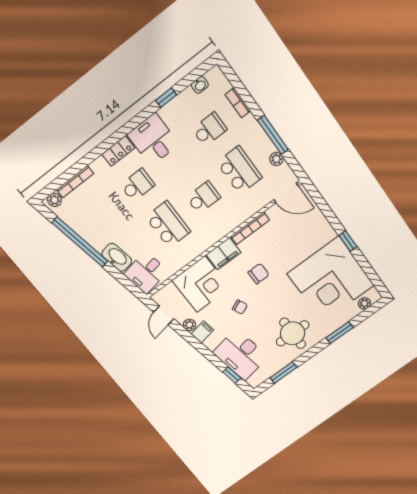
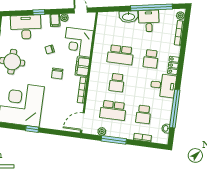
window: (166, 98) -> (175, 109), width x3.17
desk: (146, 273) -> (149, 21), moved
window: (232, 375) -> (39, 12), moved

